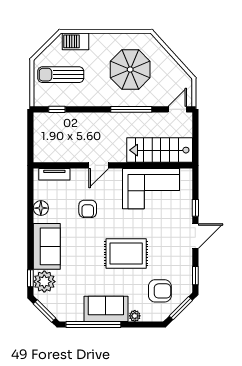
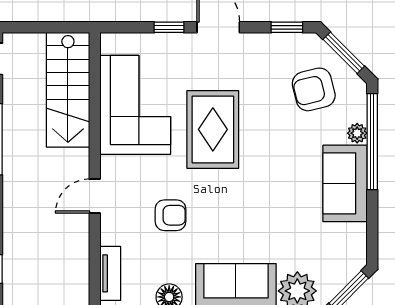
door: (99, 165) -> (95, 196), swing flipped
rug: (126, 254) -> (213, 129), moved
armchair: (160, 291) -> (314, 89), turned -104
window: (93, 324) -> (372, 142), moved

